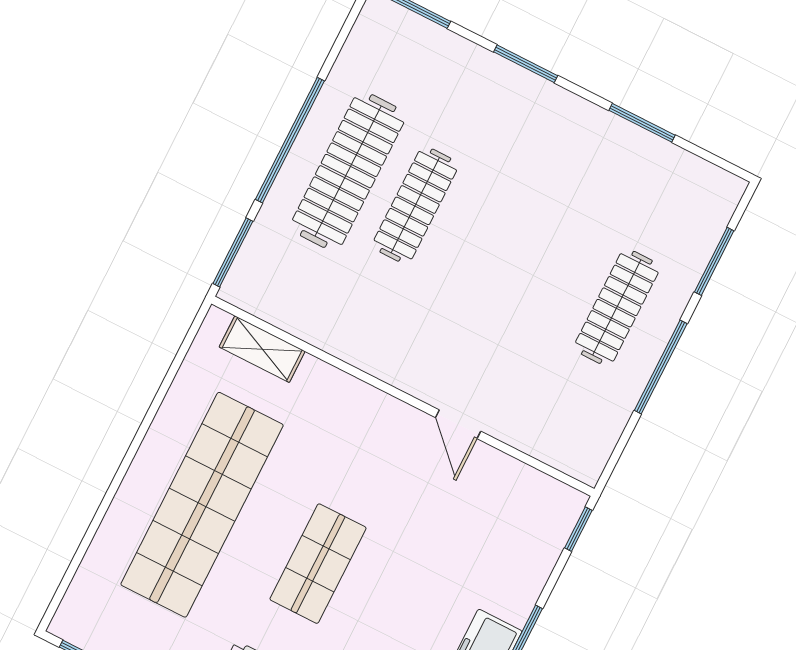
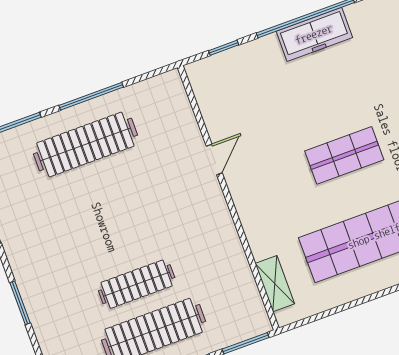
clothes rail: (617, 307) -> (85, 144), width x1.37, depth x1.31
window: (578, 529) -> (224, 48), moved

